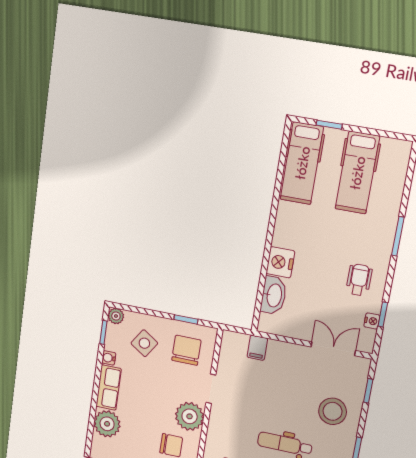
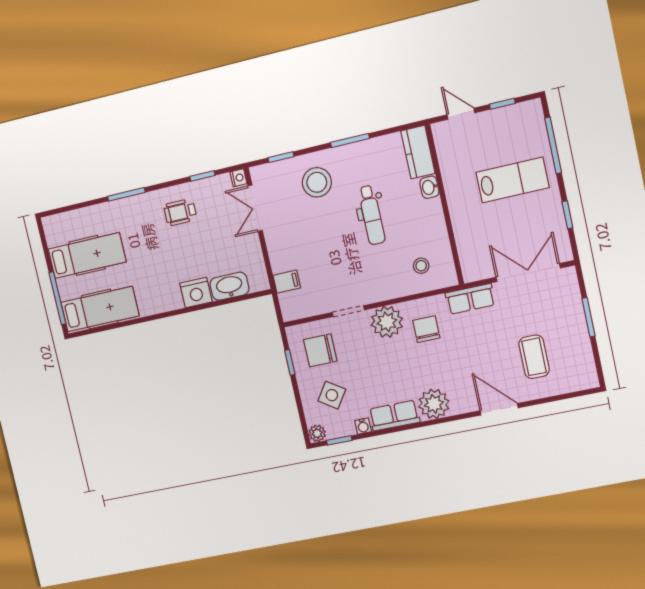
window: (329, 125) -> (57, 298), width x2.17
nightstand: (372, 321) -> (238, 178), moved, turned 90

